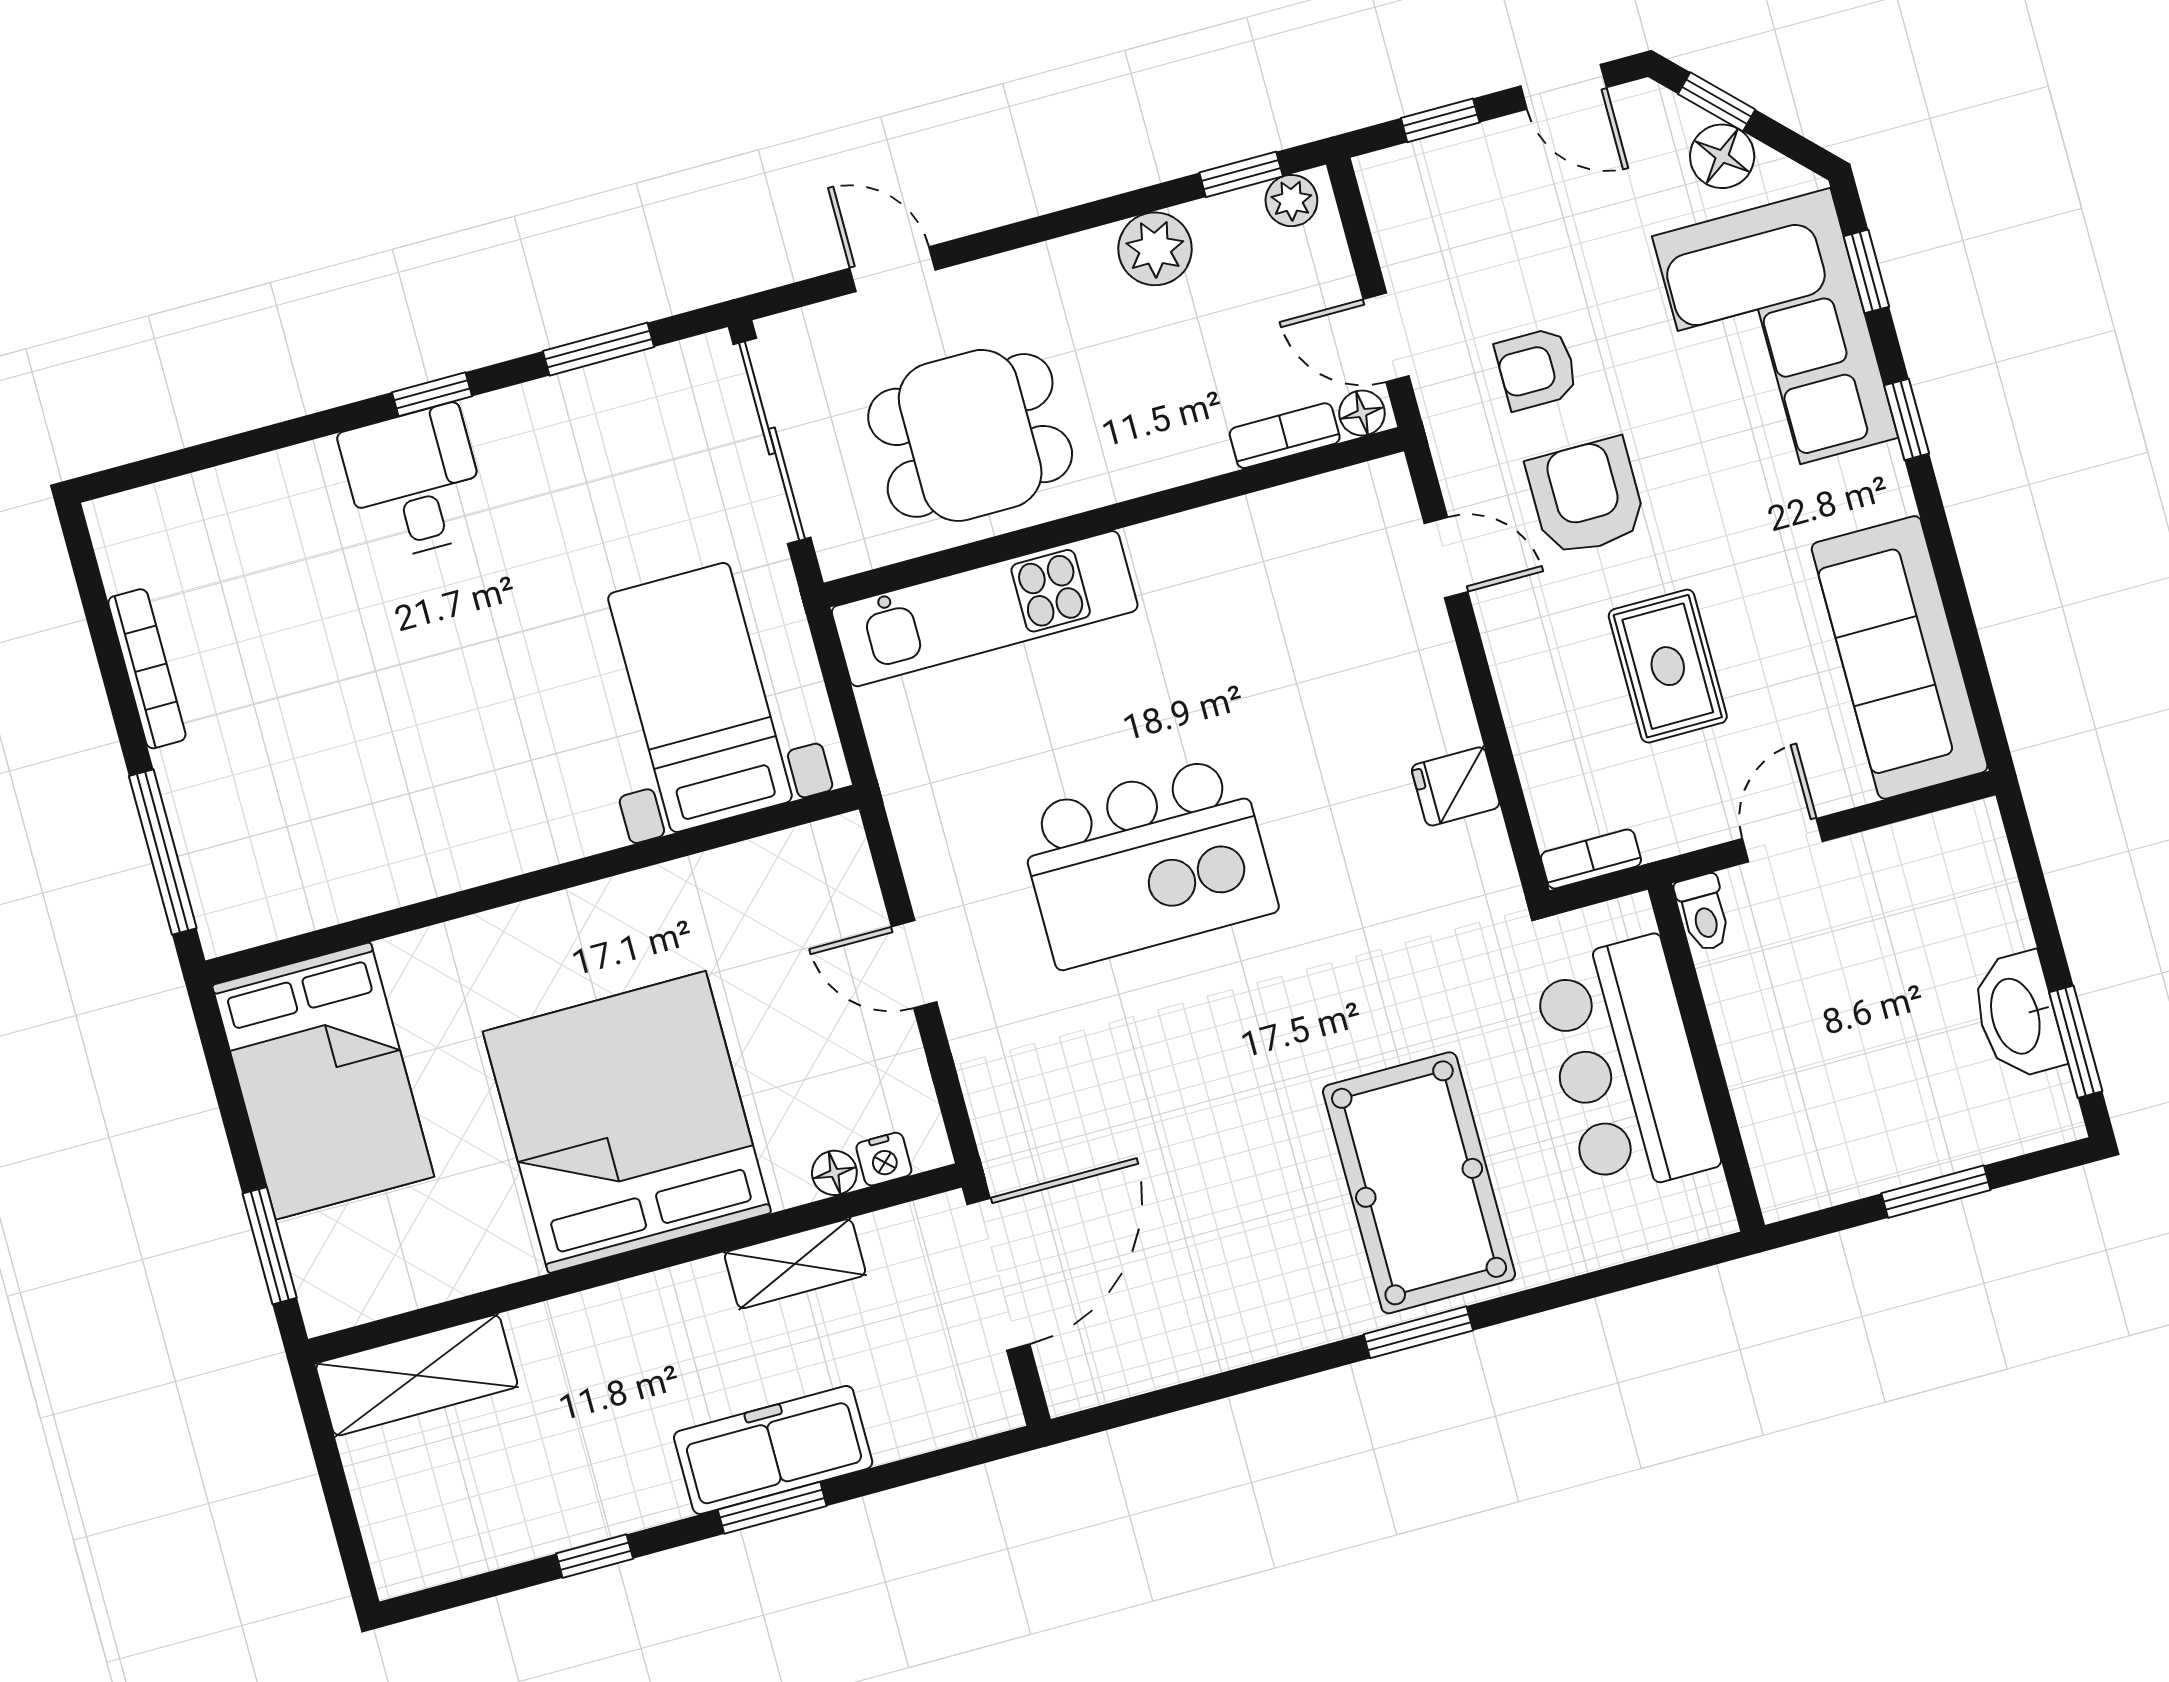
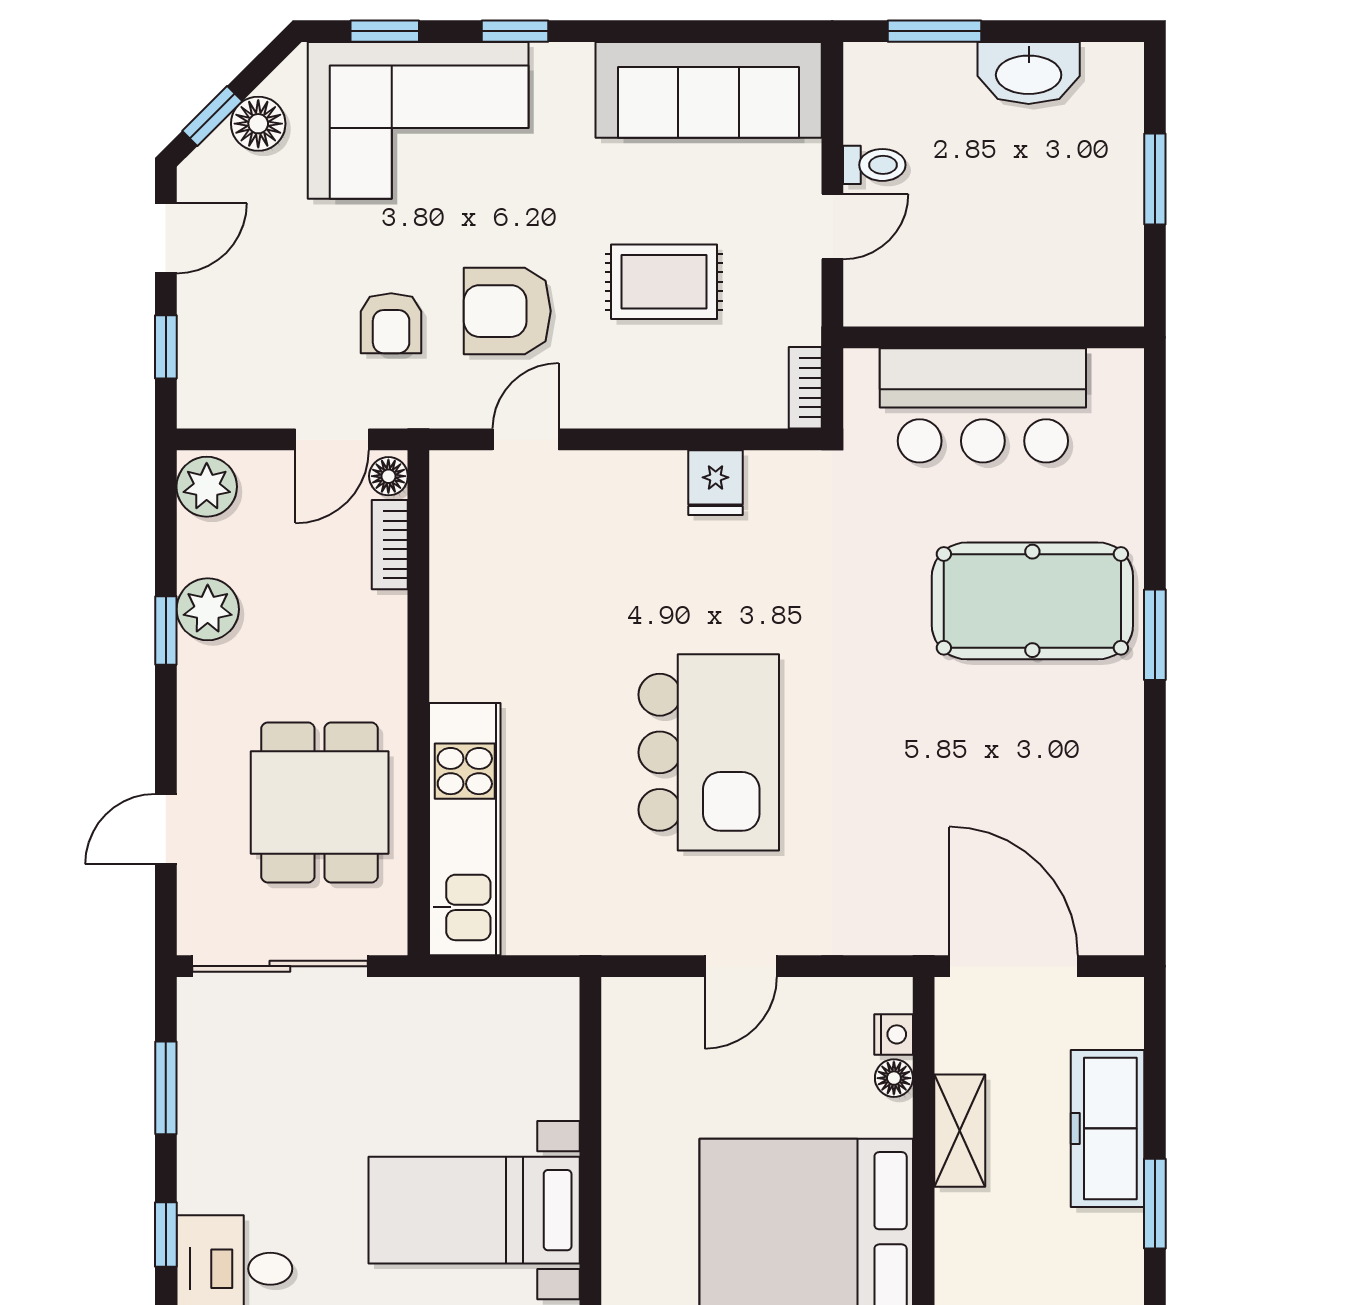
window: (1241, 174) -> (166, 631), moved
plant: (1291, 201) -> (207, 487), width x1.38, depth x1.38
bed with nightstands: (700, 697) -> (474, 1210), moved
door: (1782, 840) -> (832, 227), swing flipped
toilet: (1704, 913) -> (874, 165), moved
window: (2076, 1042) -> (934, 31), moved
freezer: (773, 1450) -> (1107, 1128), moved

